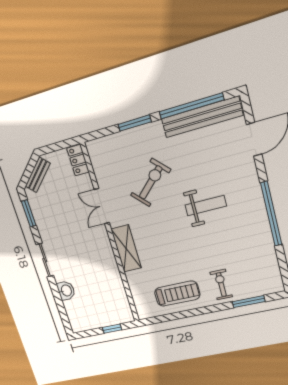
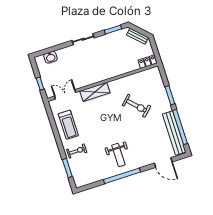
double door: (102, 206) -> (65, 94), moved
weight bench: (206, 206) -> (118, 155), moved
washbasin: (66, 291) -> (50, 57), moved

